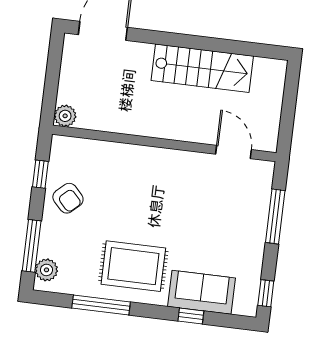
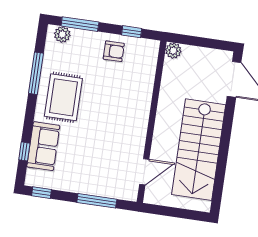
stairs: (202, 68) -> (199, 150), width x1.36, depth x1.51
armchair: (68, 198) -> (114, 51), turned -137
window: (191, 316) -> (24, 151), moved

